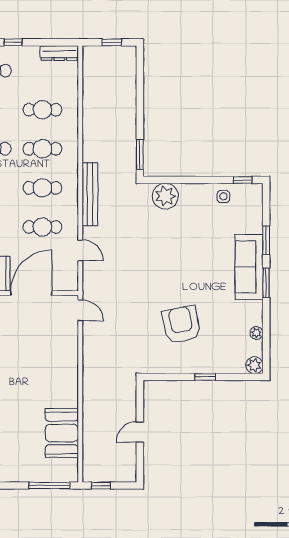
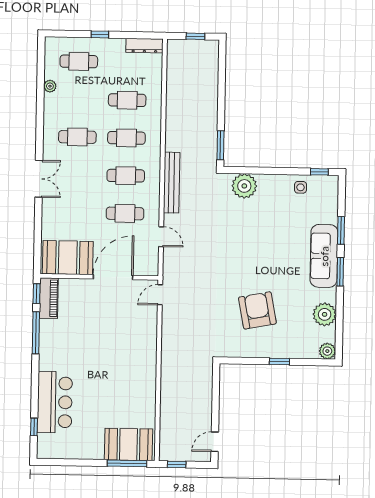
door: (80, 310) -> (160, 295), swing flipped
plant: (256, 333) -> (325, 314), width x1.87, depth x1.87
door: (140, 432) -> (215, 442), moved
booth: (62, 433) -> (128, 444), moved, turned 90

